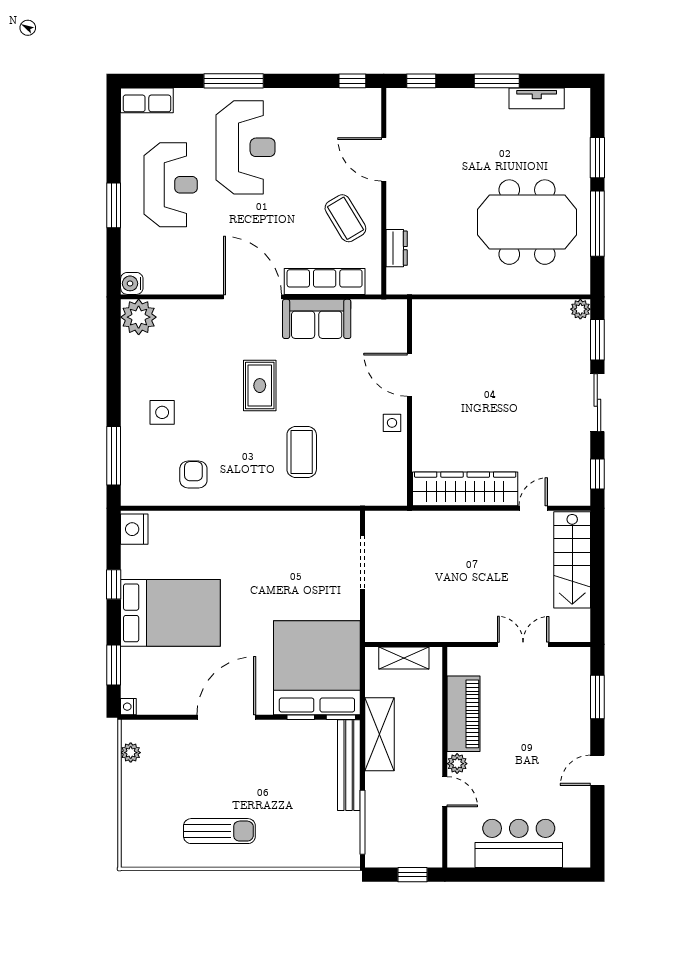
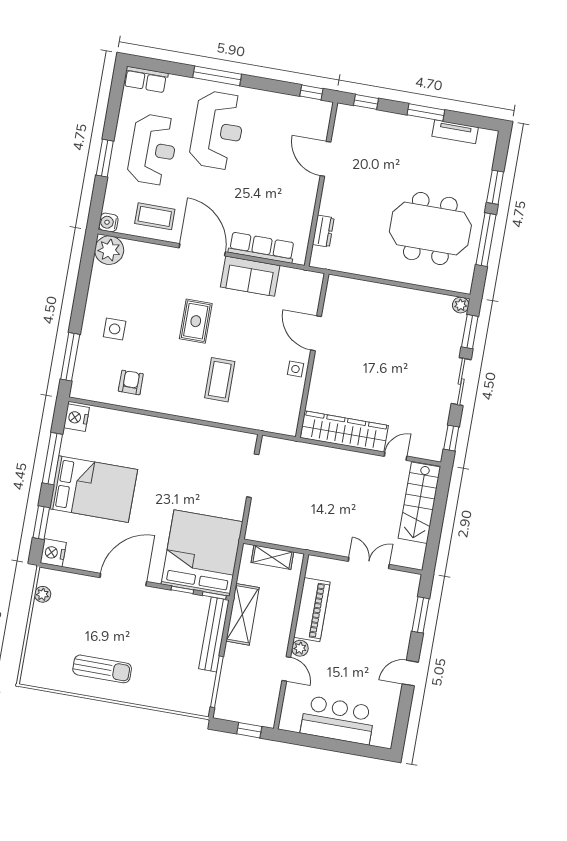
coffee table: (345, 218) -> (155, 216), moved, turned -59
window: (114, 584) -> (52, 459), width x2.17
nightstand: (128, 707) -> (53, 553), width x1.89, depth x1.79

